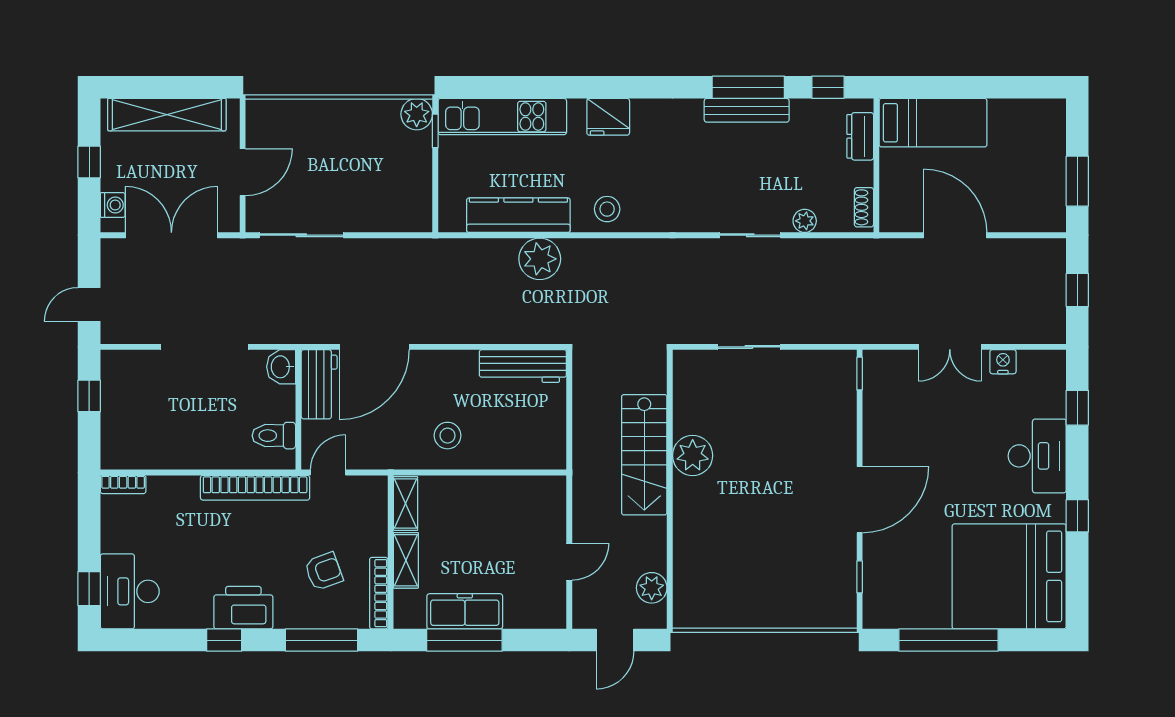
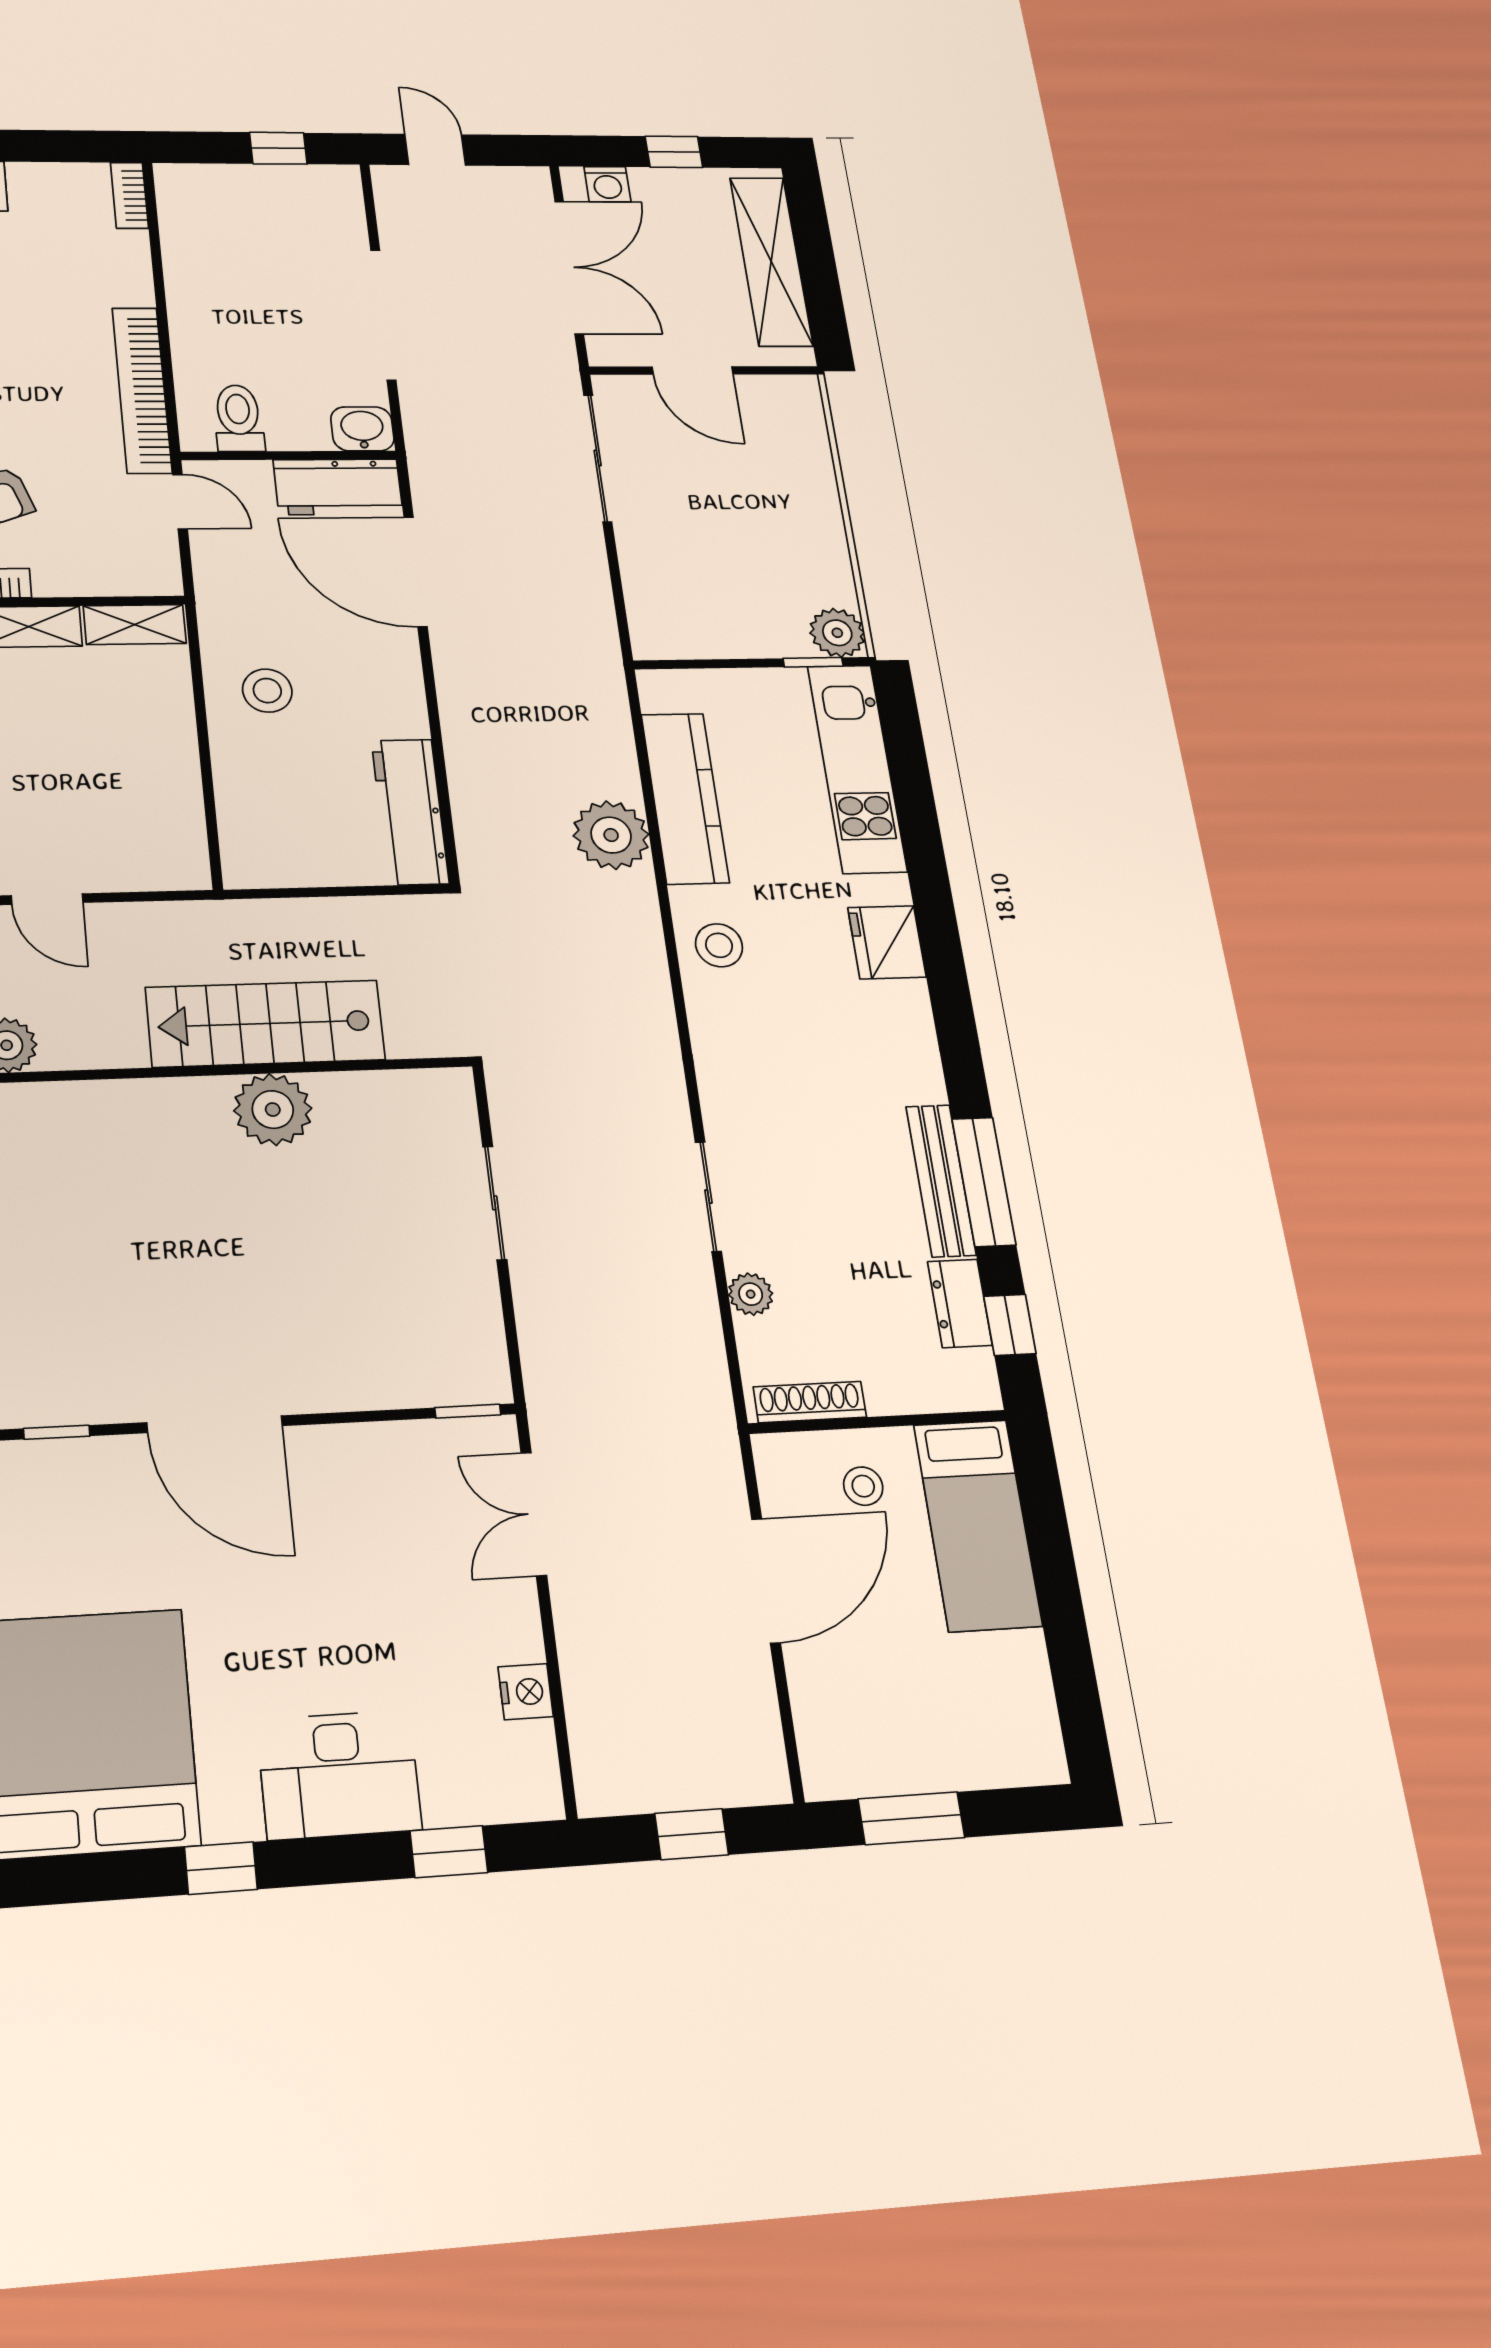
dresser: (860, 136) -> (960, 1303), moved, turned -90
stool: (910, 178) -> (863, 1486), added
shoe rack: (864, 207) -> (810, 1402), width x1.43
double door: (950, 347) -> (534, 1514), moved

